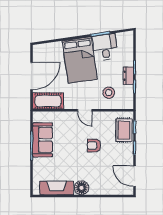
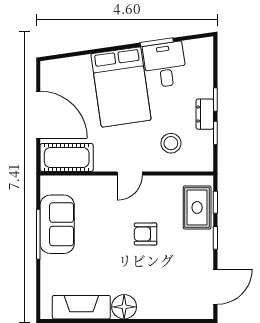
door: (32, 76) -> (38, 115), hinge flipped
door: (85, 110) -> (130, 173), hinge flipped
door: (135, 176) -> (215, 287), swing flipped

